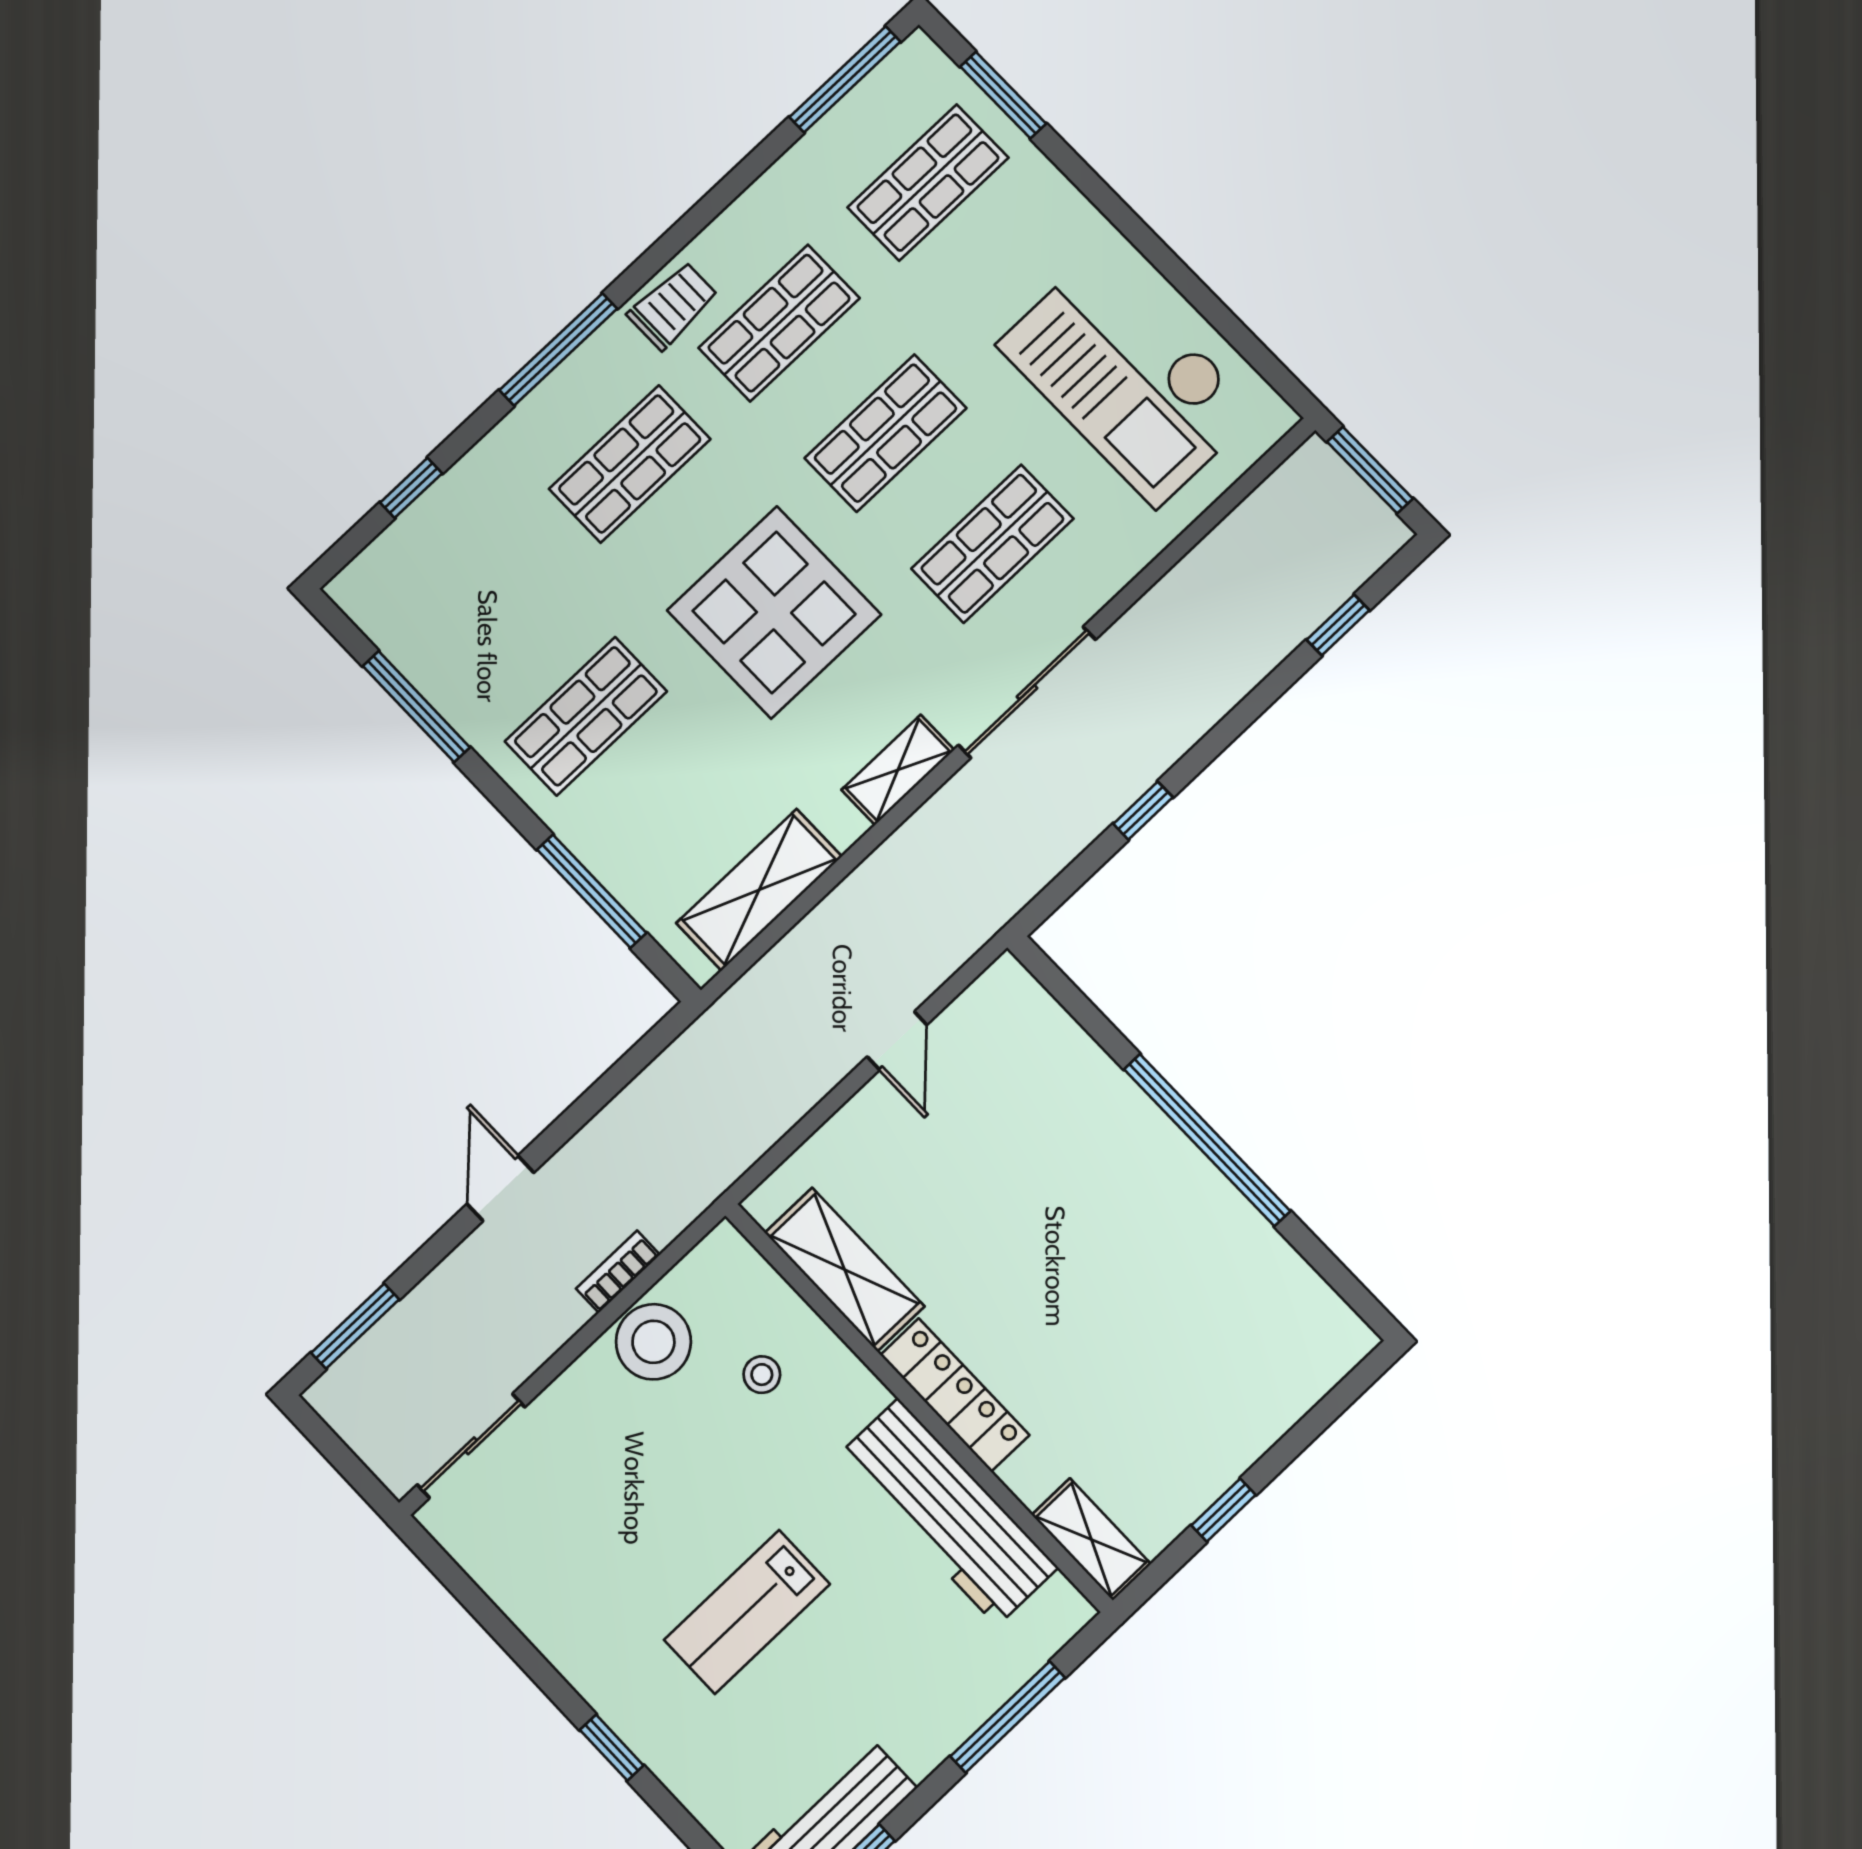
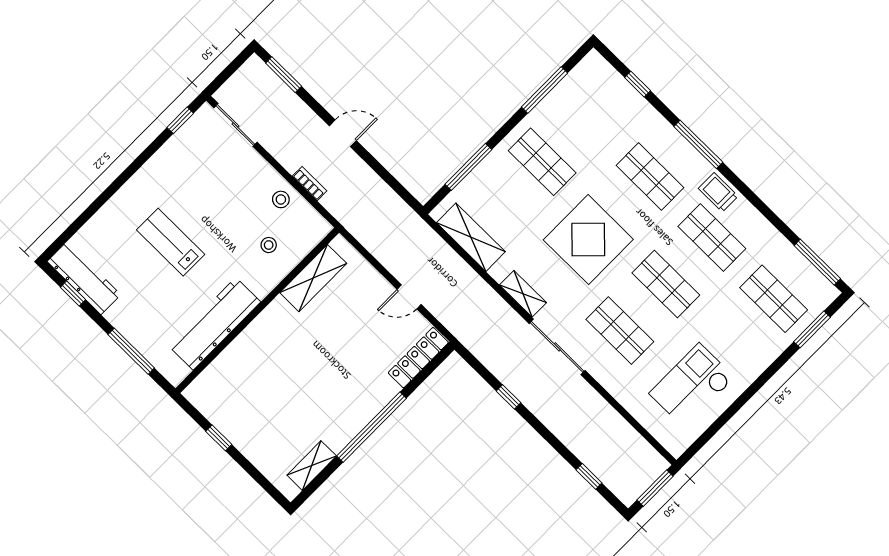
trolley: (673, 306) -> (718, 192), turned 180
checkout: (1128, 378) -> (692, 385), width x0.73, depth x0.83
stool: (653, 1342) -> (281, 199), width x0.53, depth x0.53
locker: (955, 1395) -> (418, 358), moved, turned 180
shelving: (1091, 1539) -> (312, 466), moved
window: (612, 1748) -> (180, 120), moved

